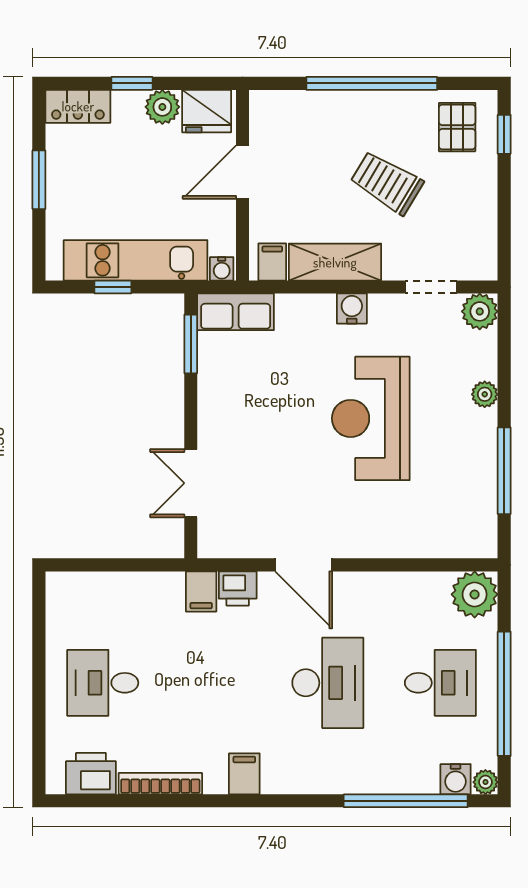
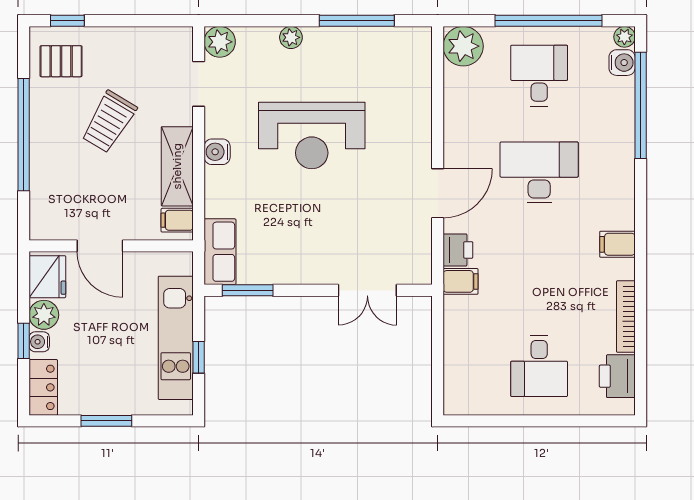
water cooler: (222, 269) -> (39, 342), moved, turned 180

